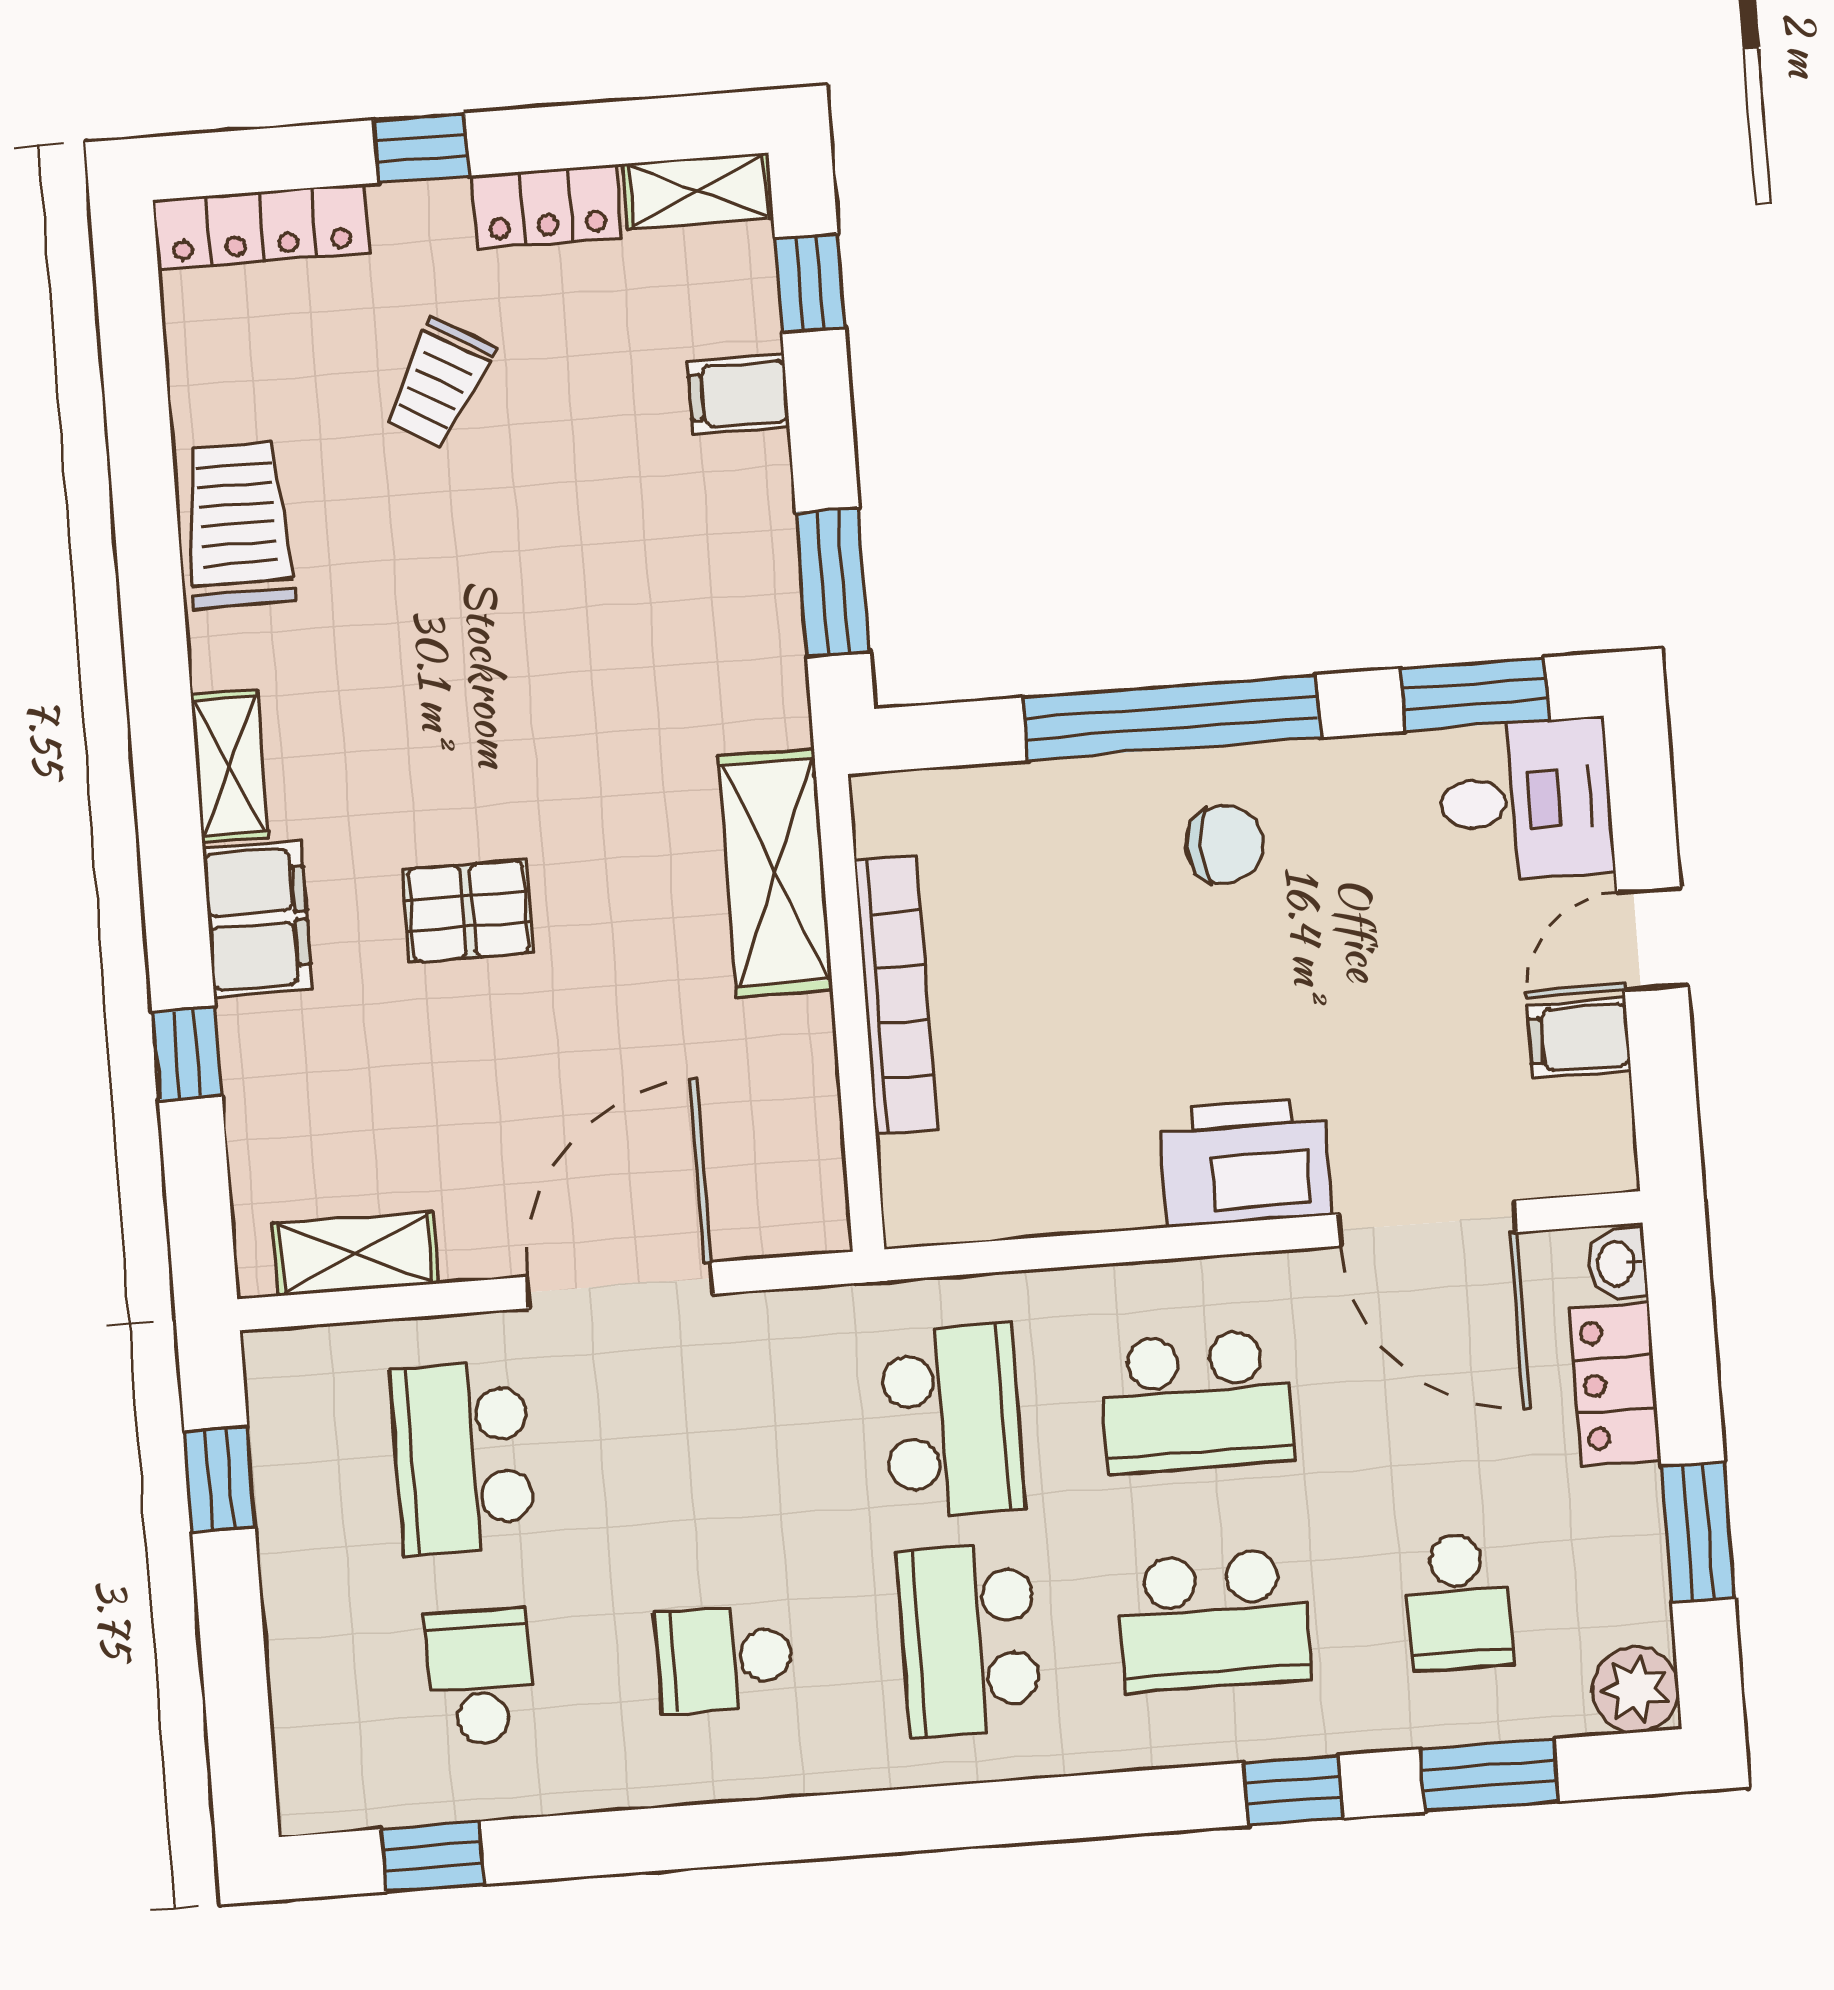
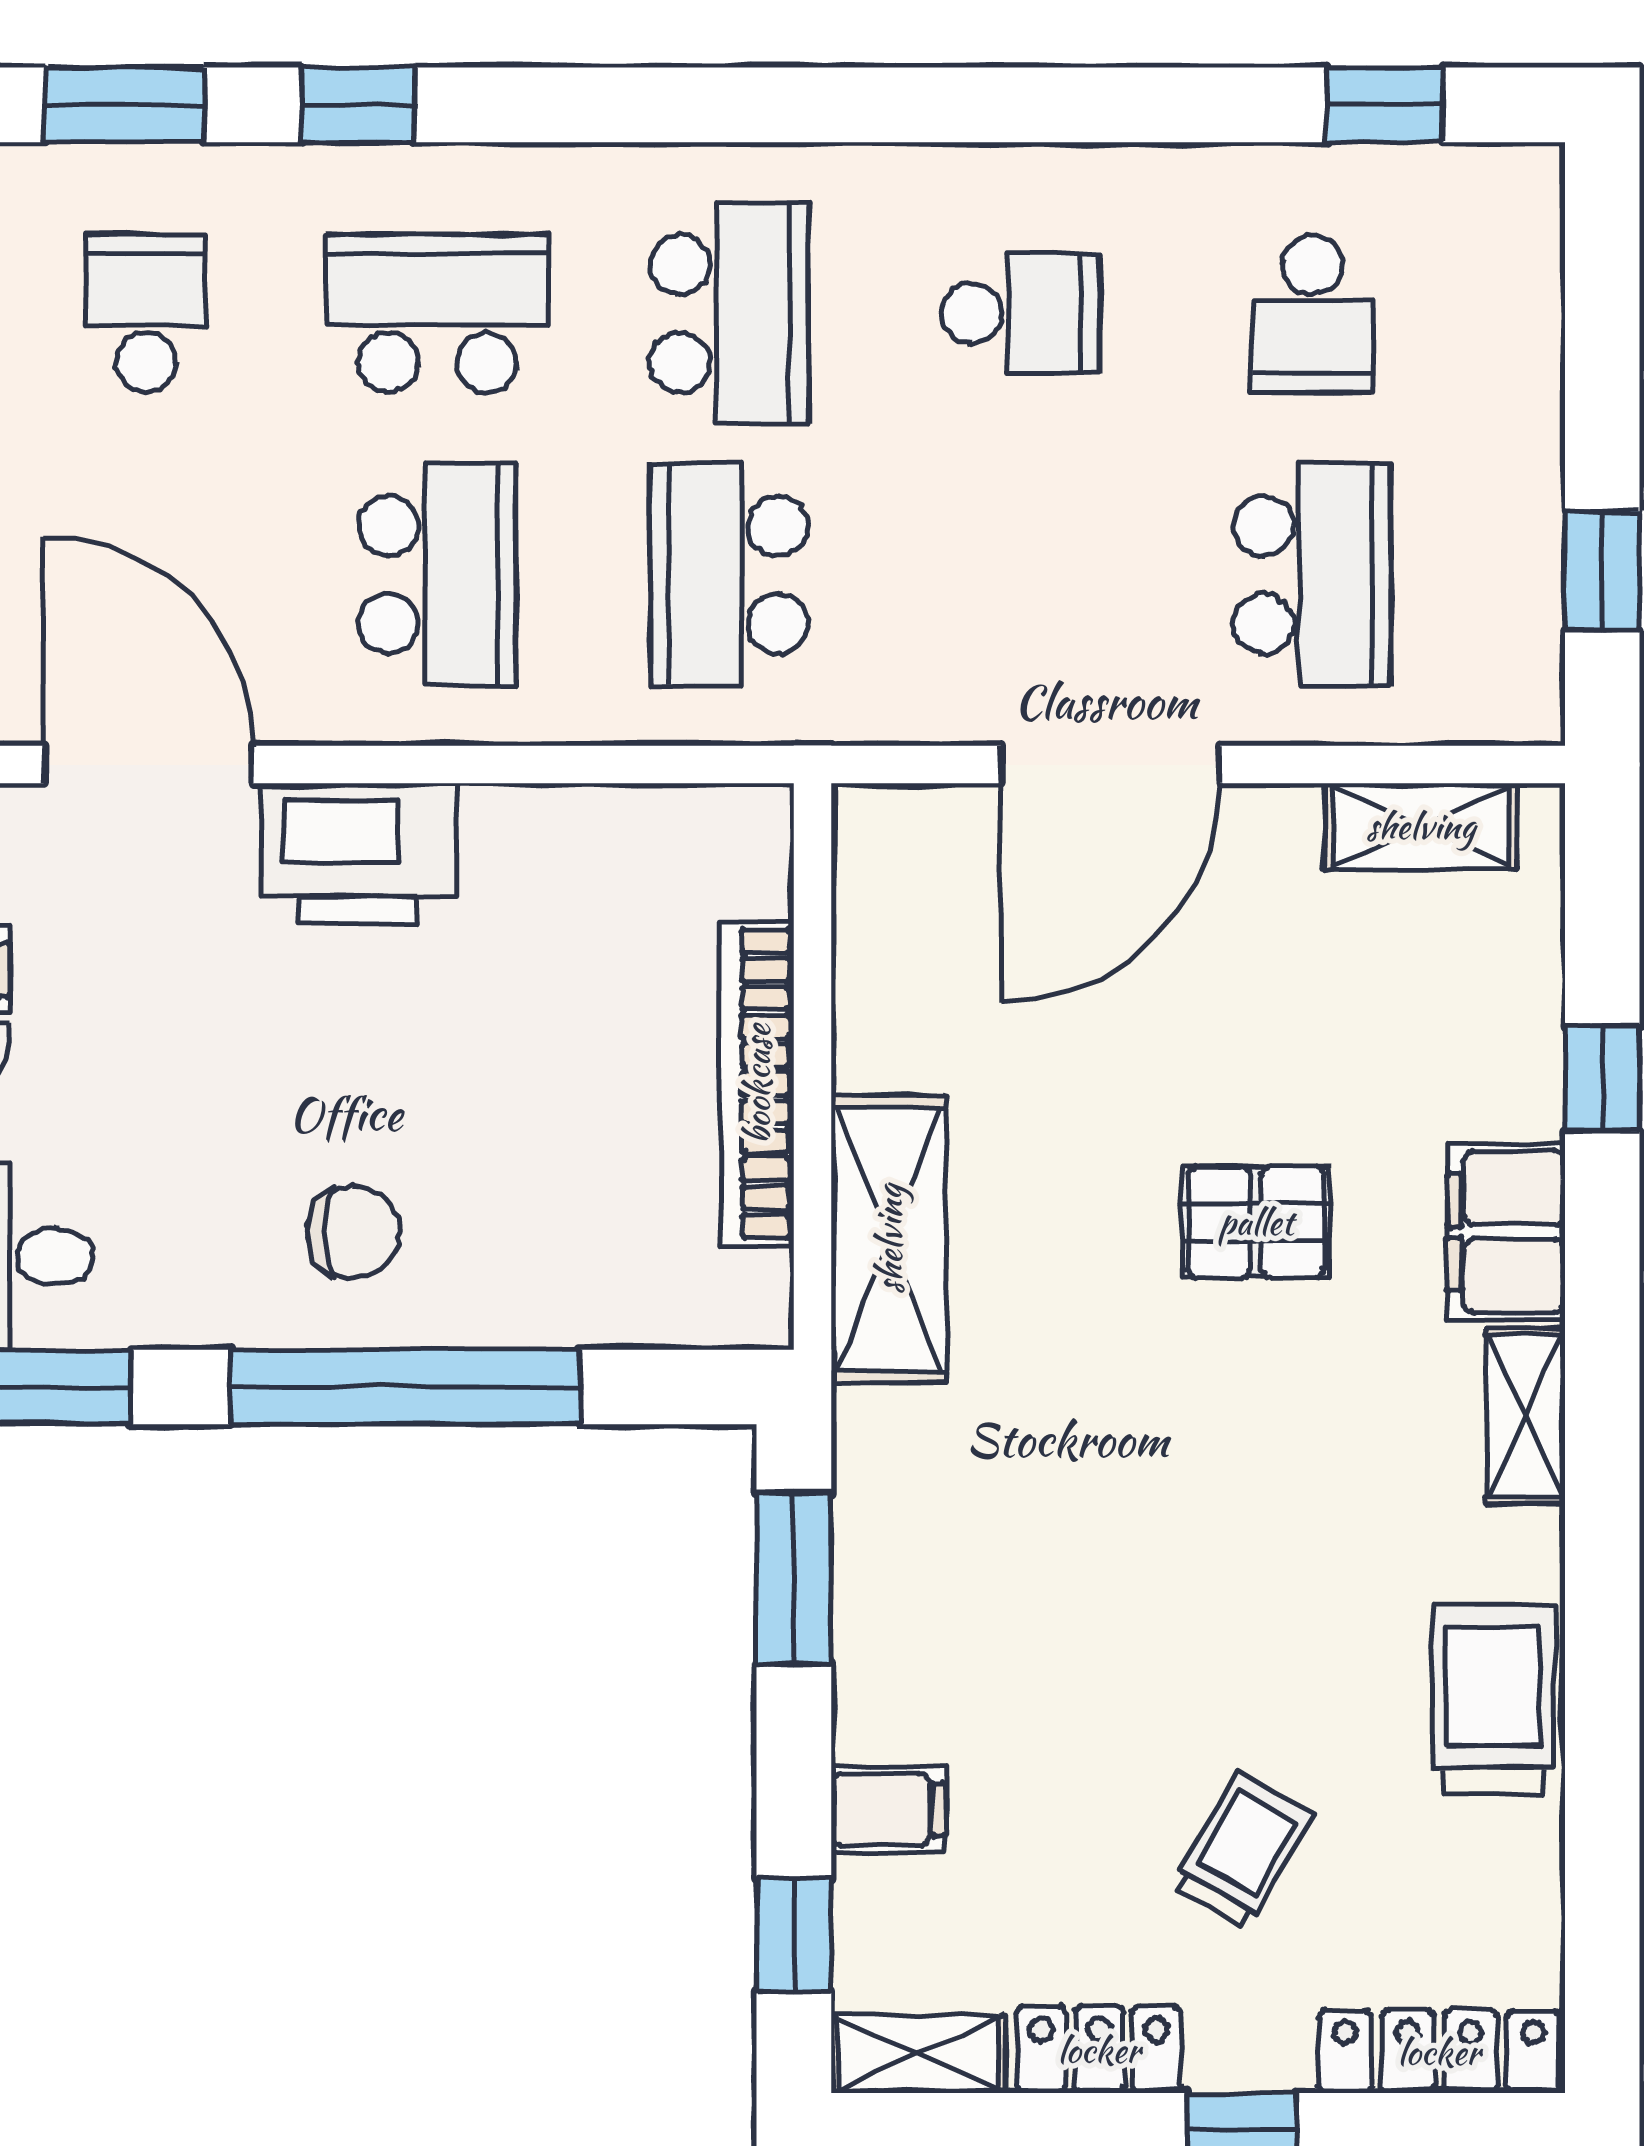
trolley: (238, 525) -> (1493, 1700), turned 180
chair: (1225, 844) -> (353, 1232), turned 180
school desk: (1197, 1401) -> (437, 575), turned 90

